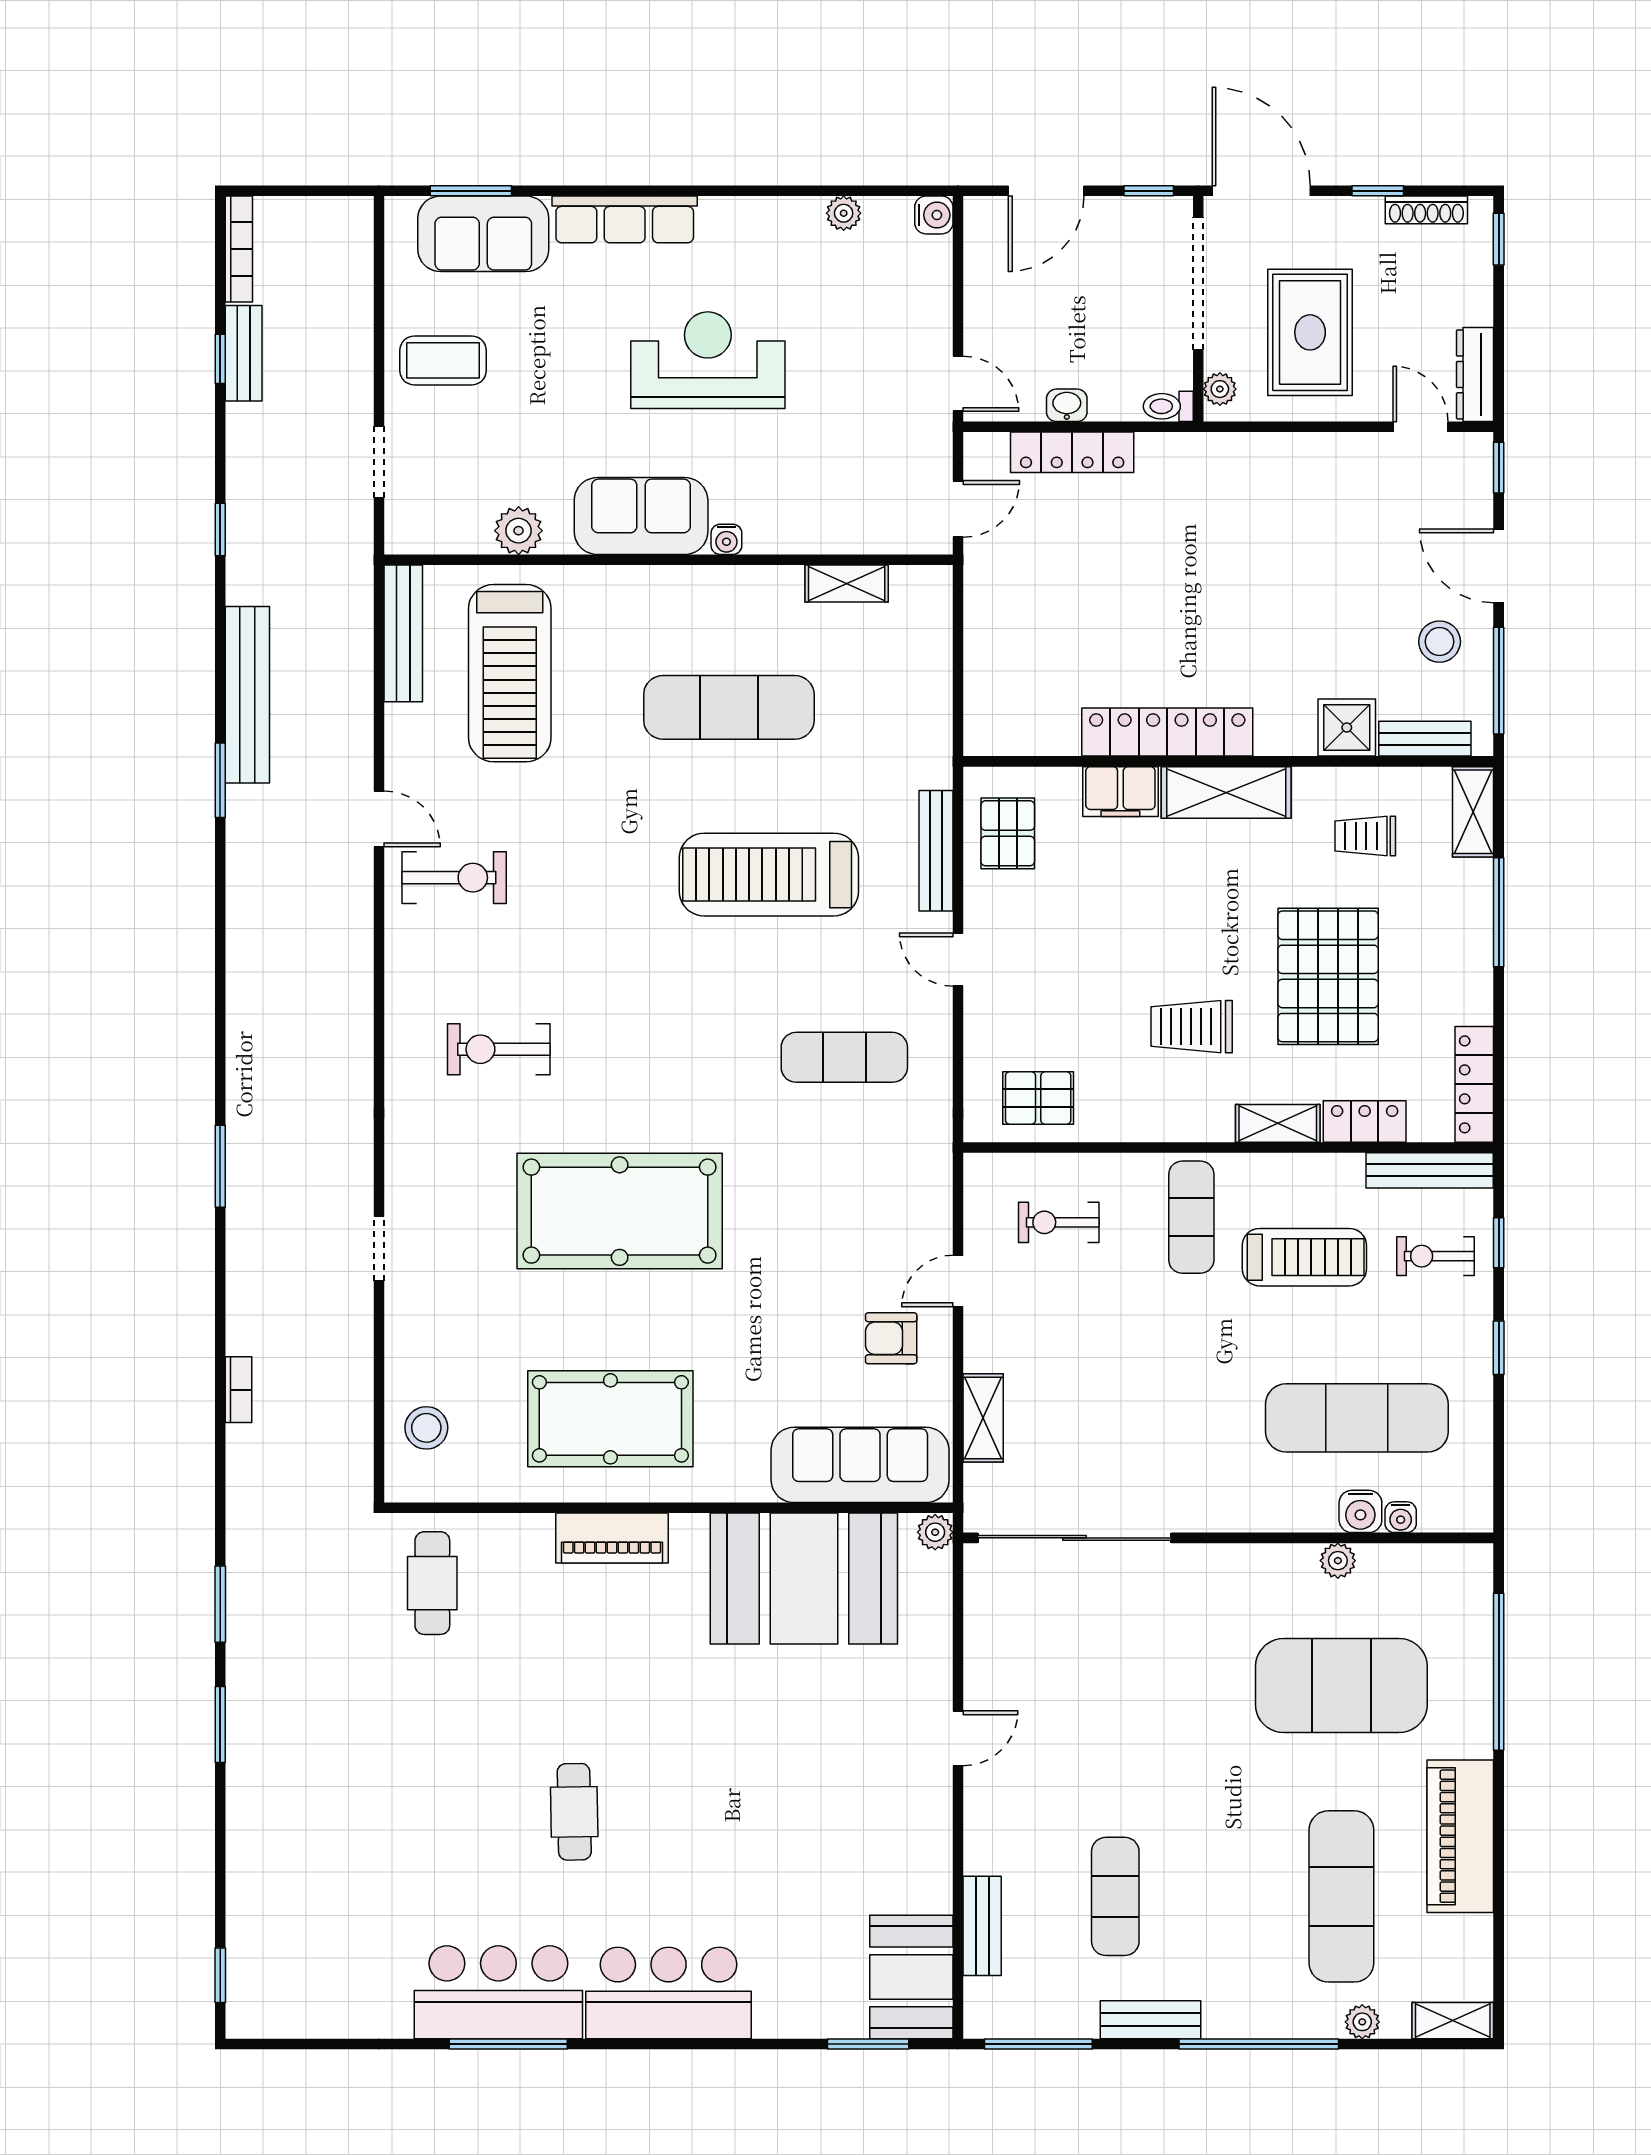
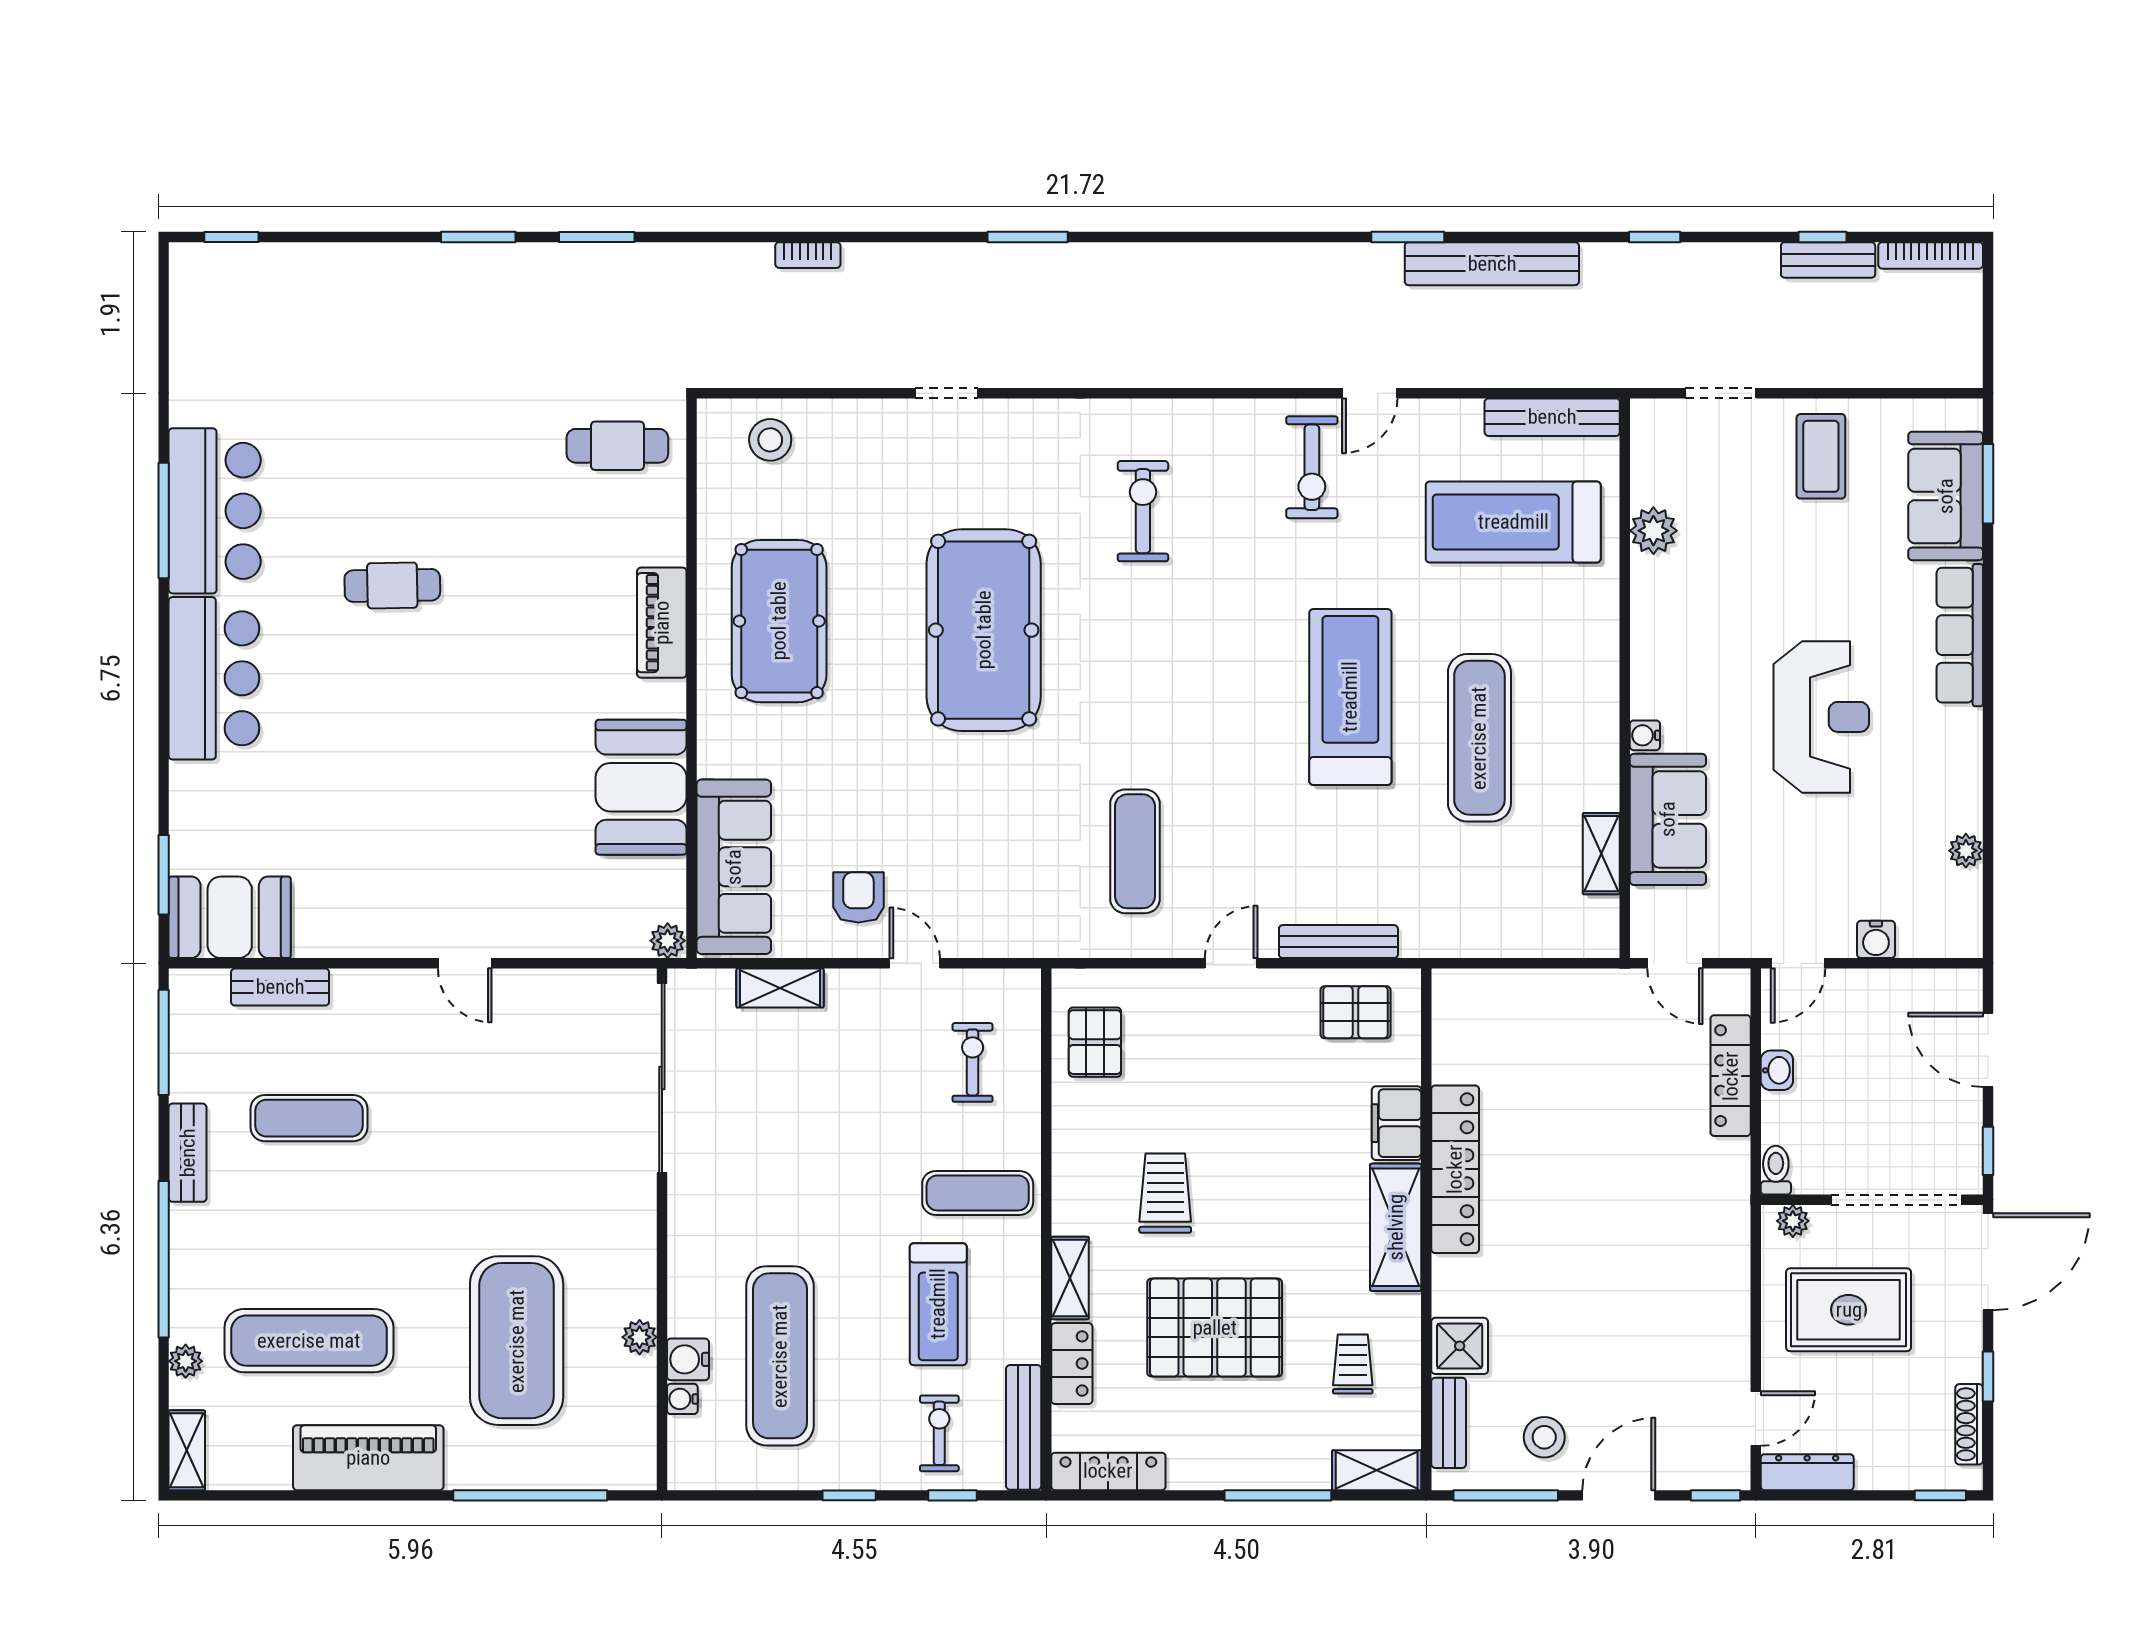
water cooler: (934, 215) -> (1876, 939), moved
sofa: (641, 516) -> (1668, 819), moved
treadmill: (769, 875) -> (1350, 697), moved
booth: (804, 1579) -> (641, 787), width x0.73, depth x0.70

